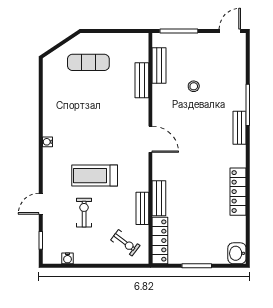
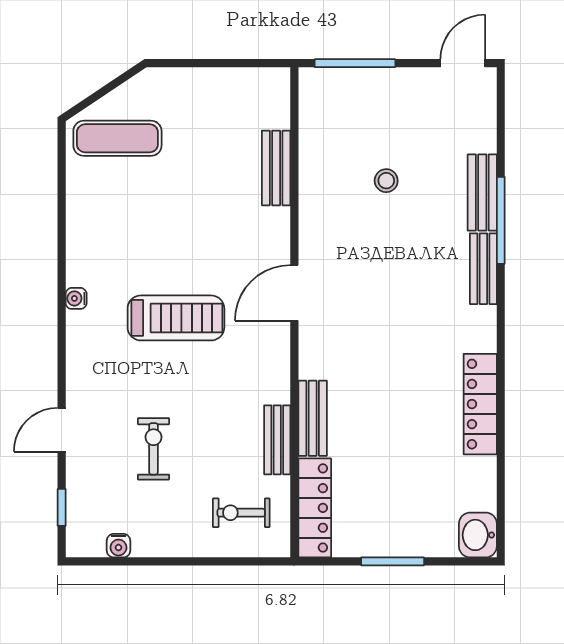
exercise mat: (88, 62) -> (117, 138), moved
bench: (159, 66) -> (482, 192), moved
door: (150, 139) -> (294, 293), swing flipped
treadmill: (95, 176) -> (176, 318), moved, turned 180
exercise bike: (125, 243) -> (241, 513), turned 143

